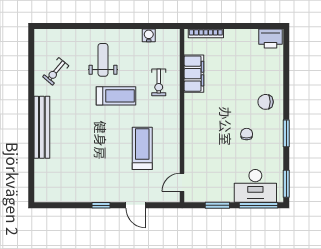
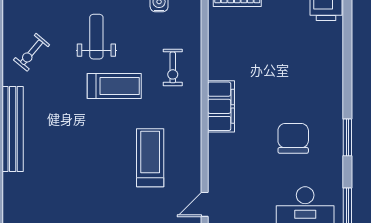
filing cabinet: (194, 74) -> (221, 106), moved
chair: (266, 102) -> (319, 94), removed
chair: (247, 134) -> (293, 138), width x1.87, depth x1.87

